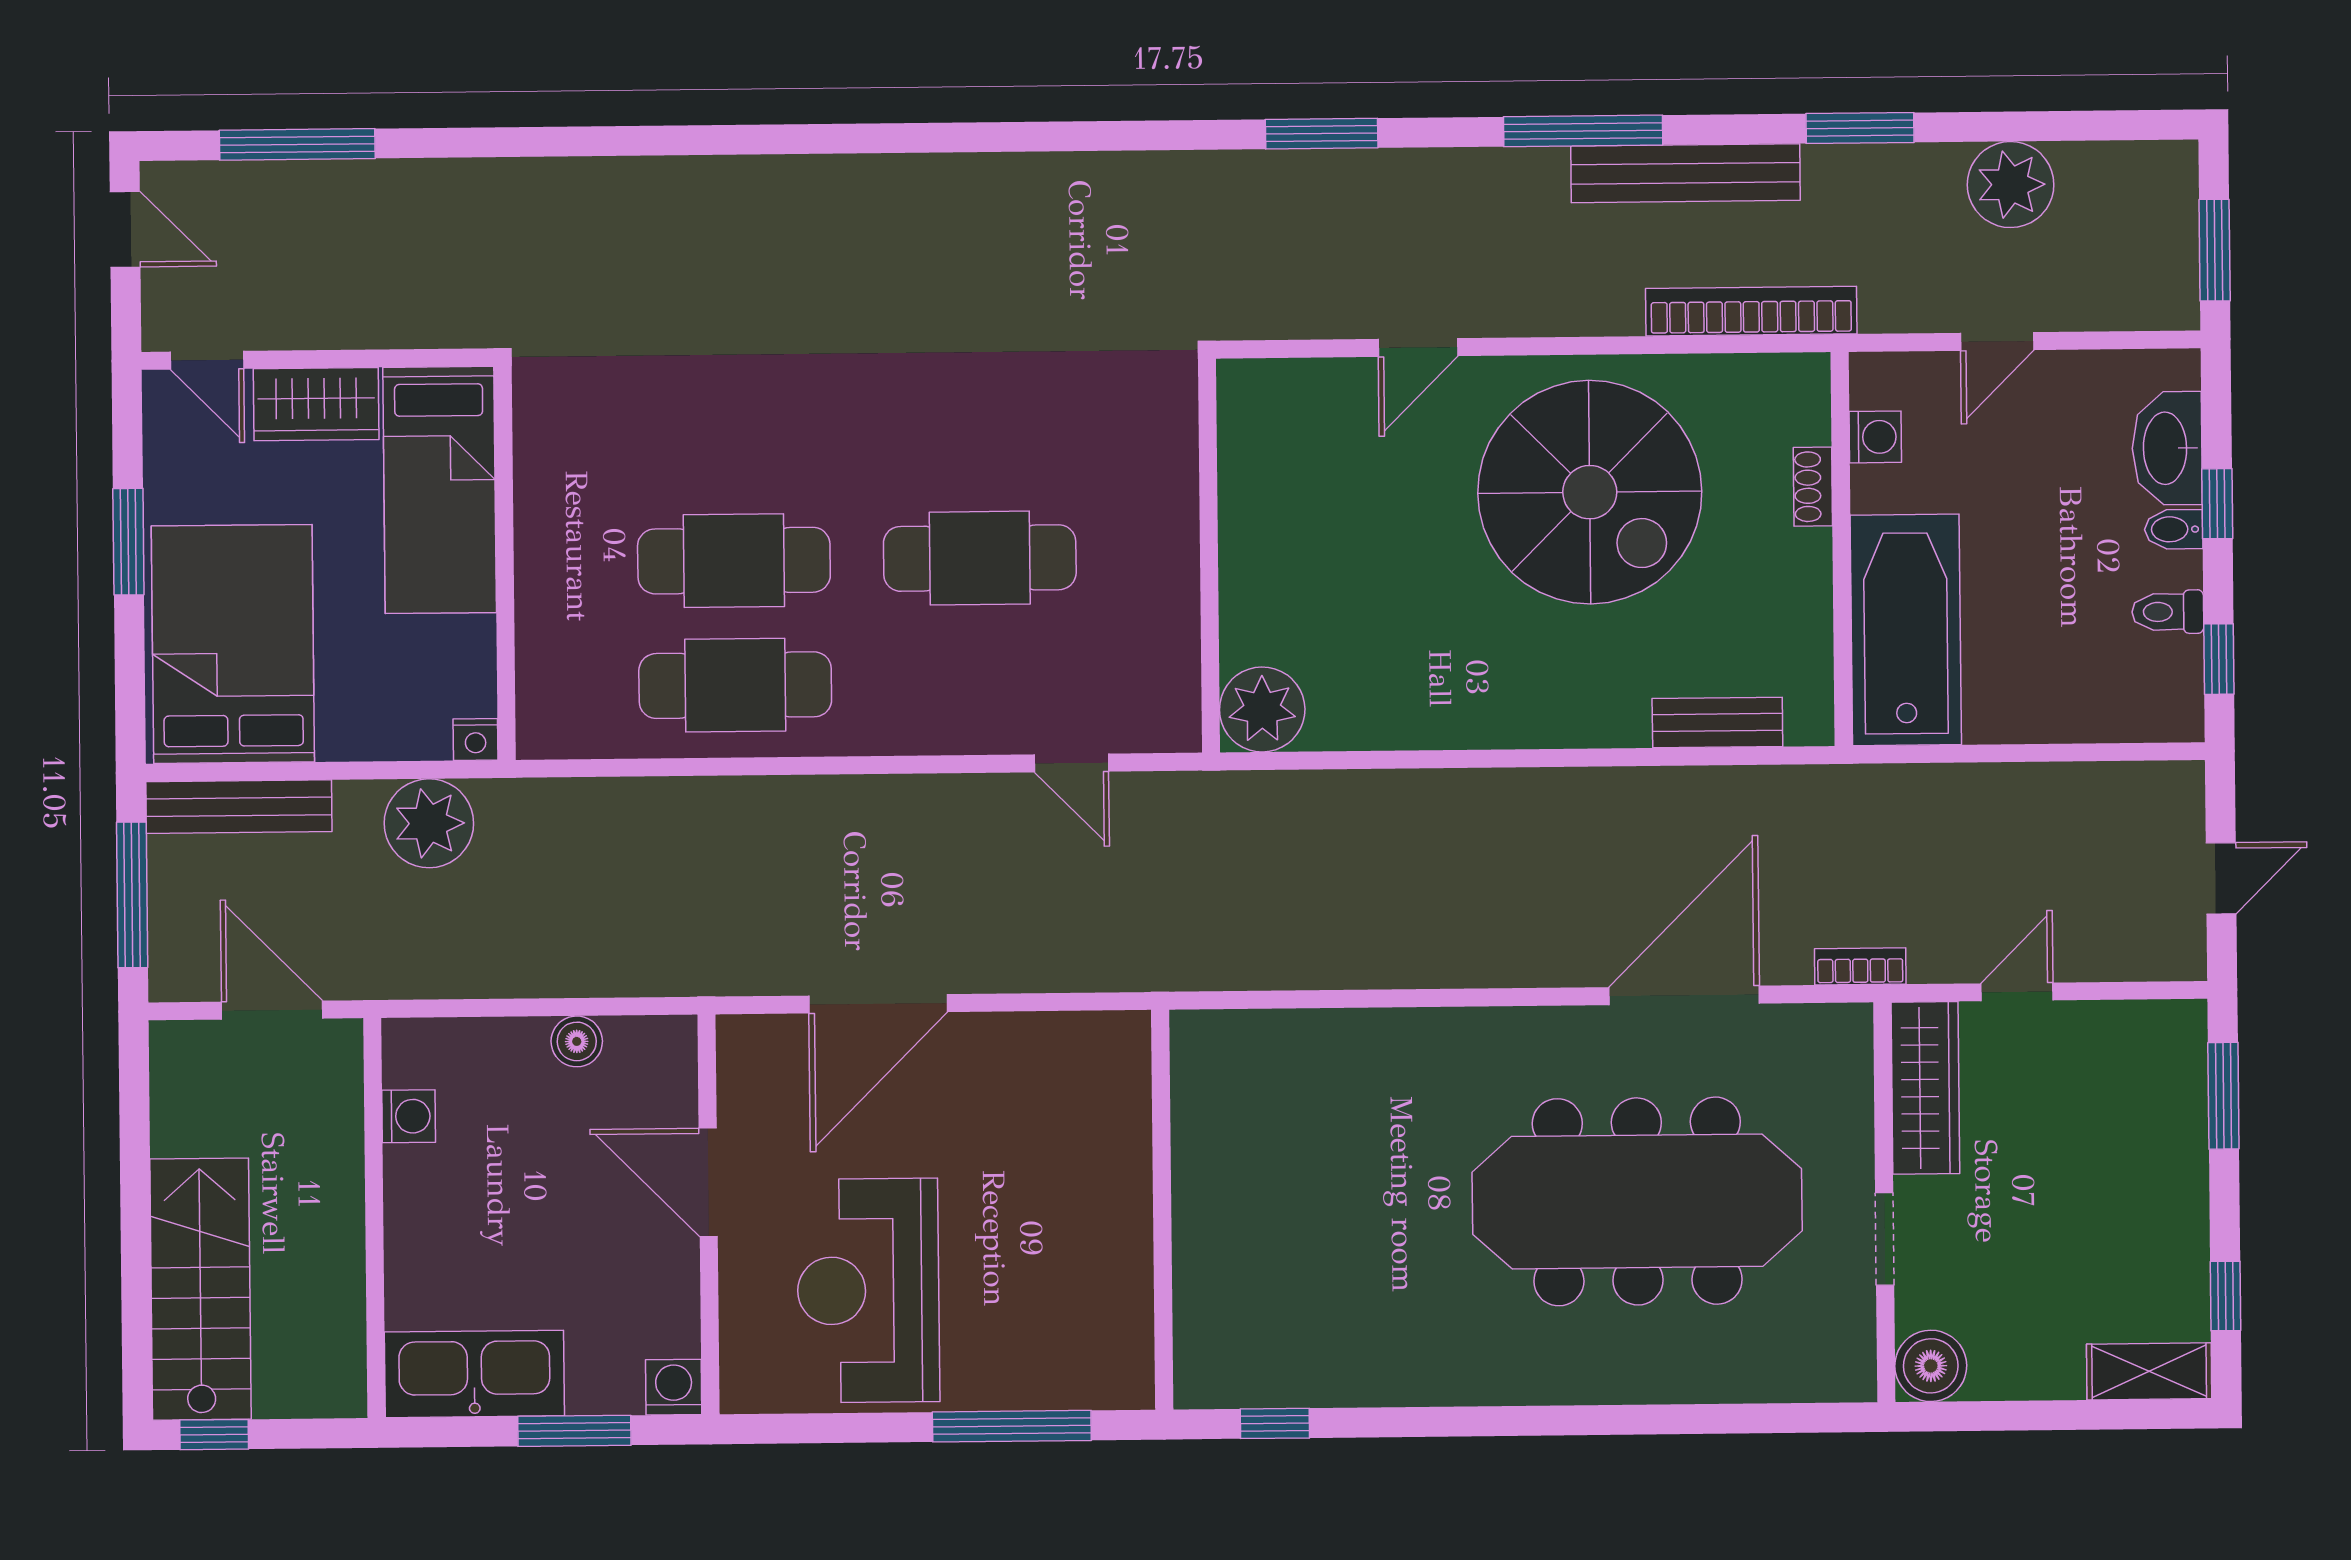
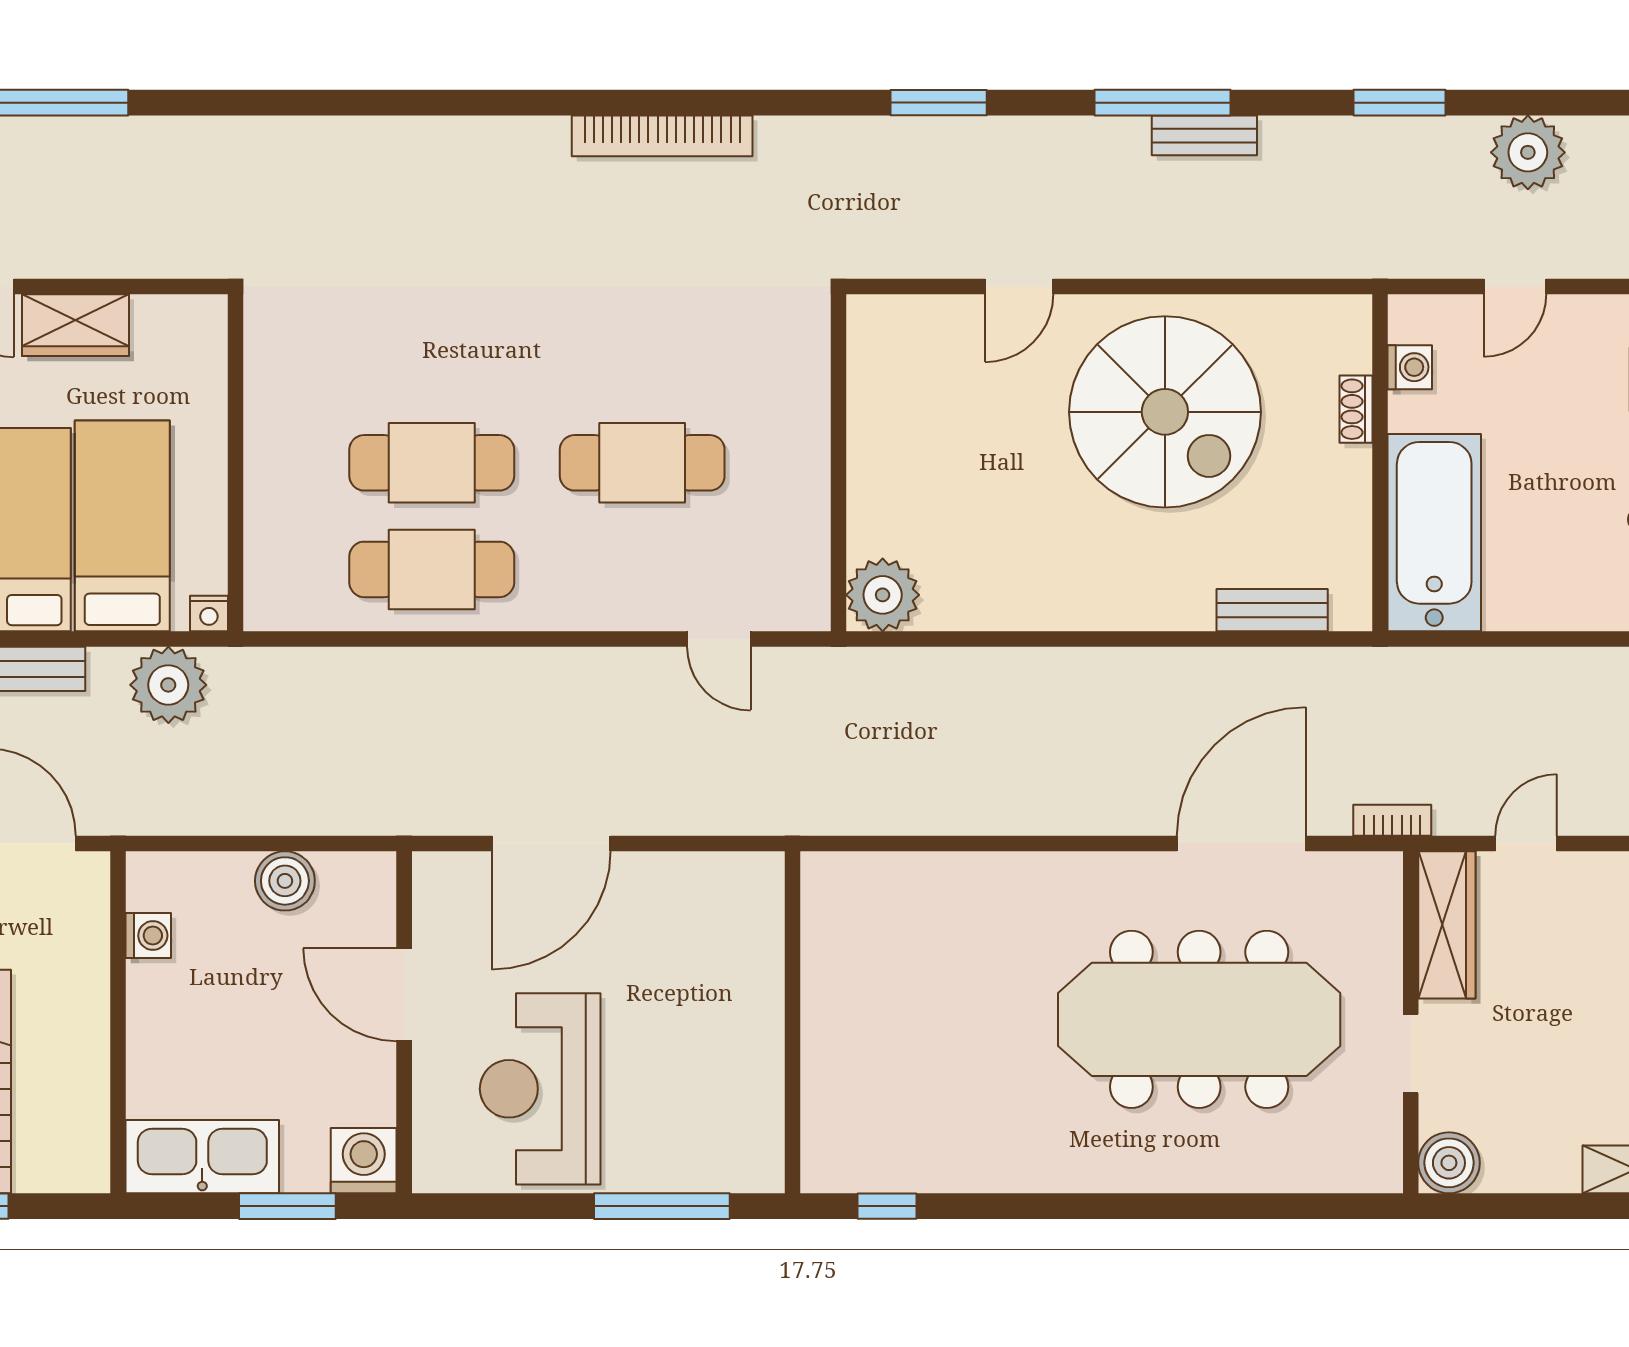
bench: (1686, 173) -> (1204, 135), width x0.54, depth x0.82
bookcase: (1751, 311) -> (662, 136), moved, turned 180
bed: (440, 490) -> (122, 526), moved, turned 180
boiler: (577, 1041) -> (285, 881), width x1.36, depth x1.36
washing machine: (674, 1387) -> (364, 1161), width x1.38, depth x1.38

